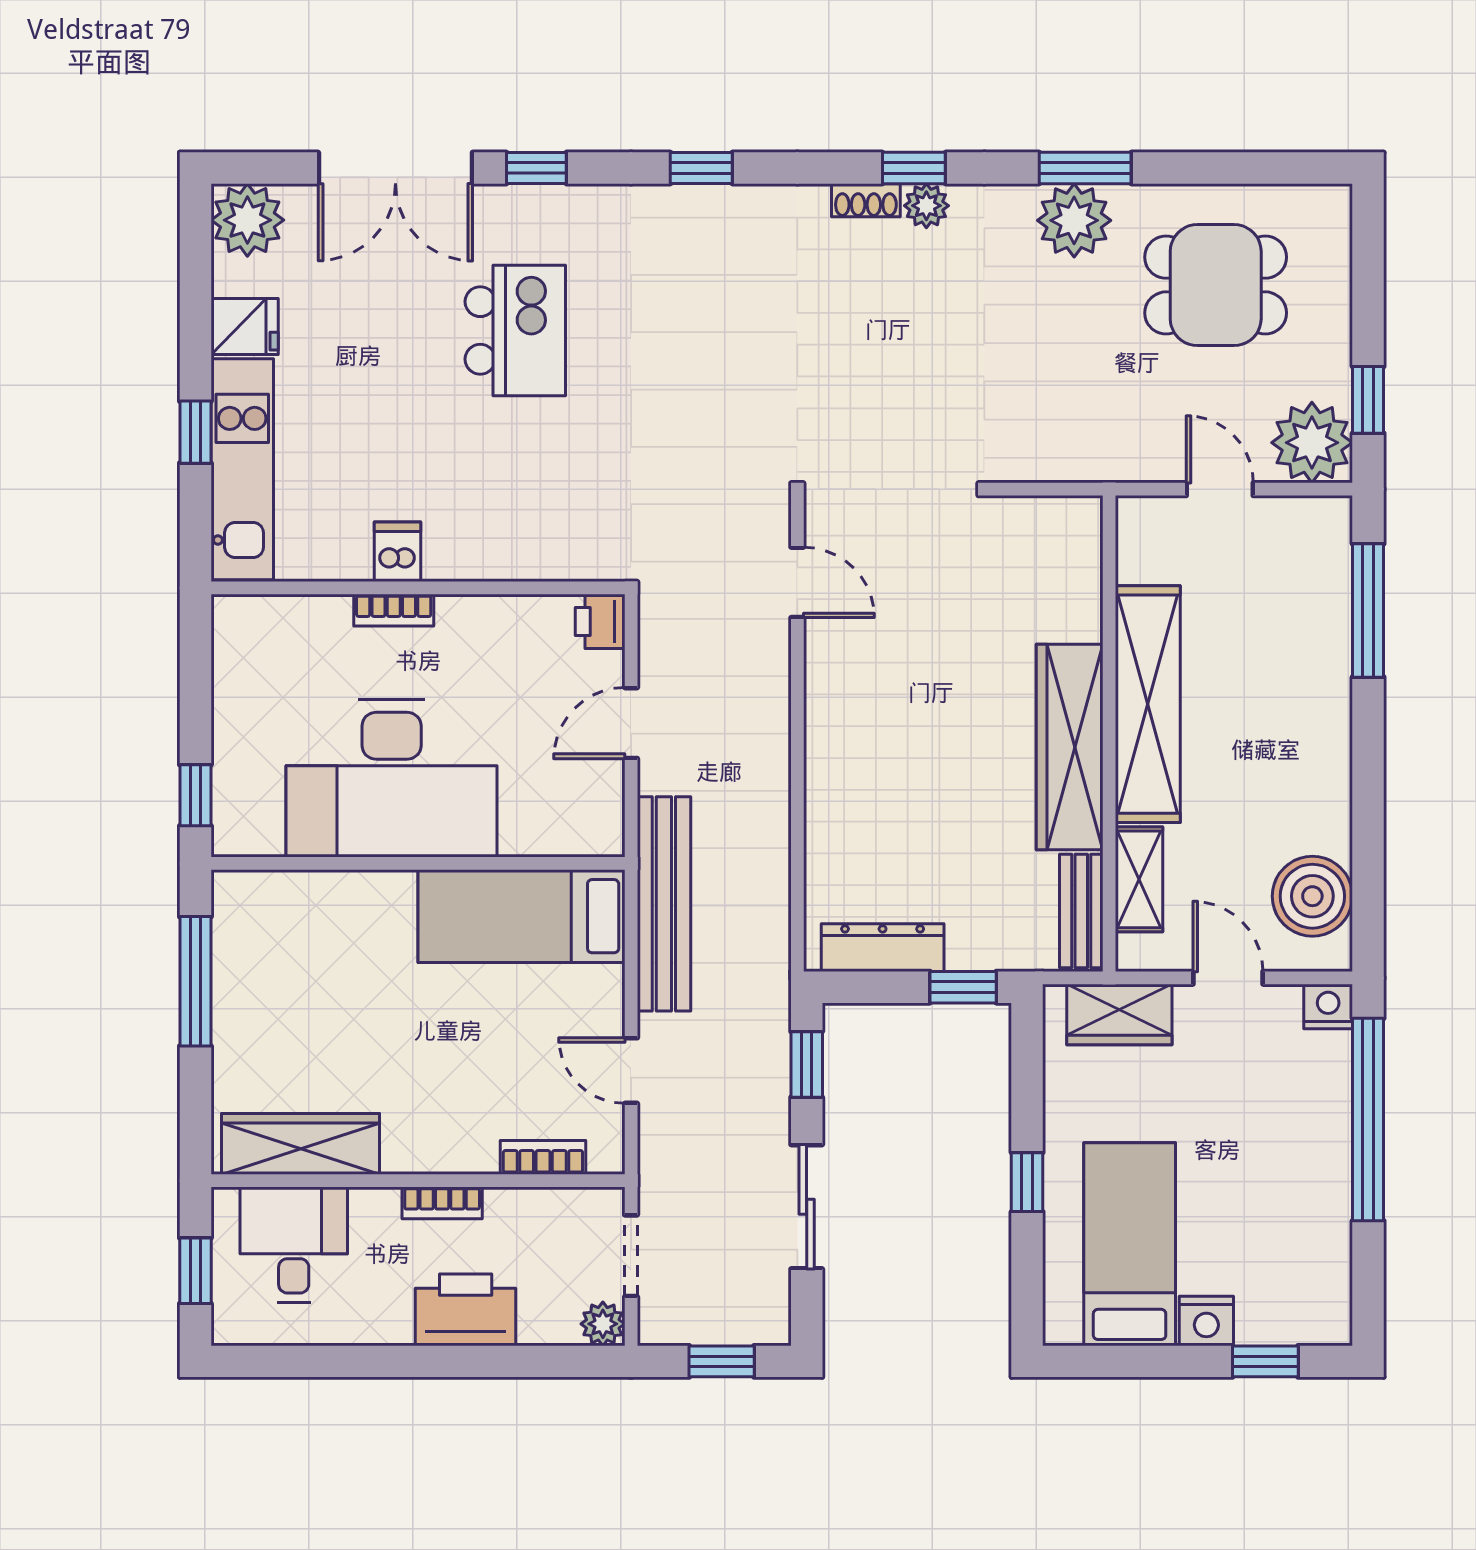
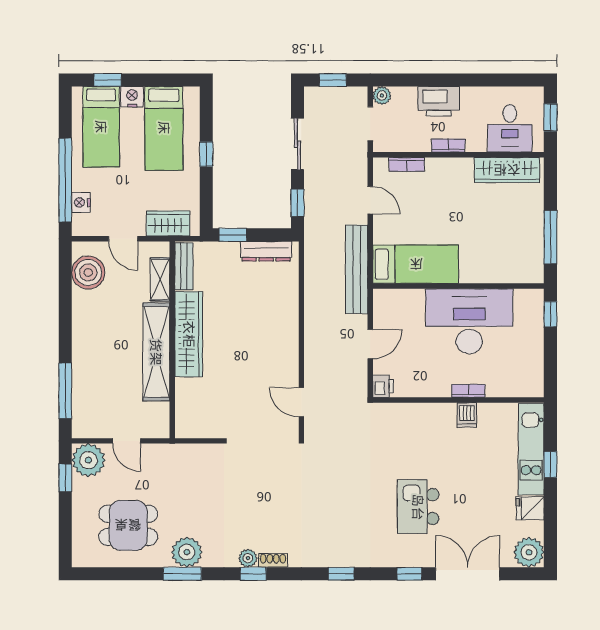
nightstand: (1328, 1006) -> (81, 202), moved, turned 90
bed: (1281, 1248) -> (101, 127), added

